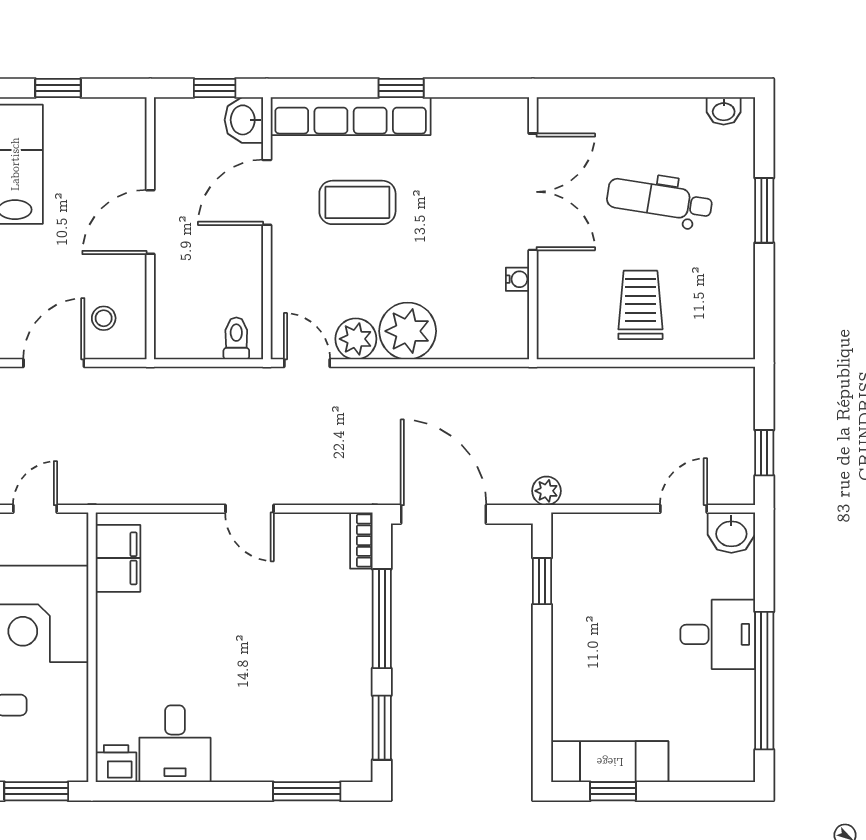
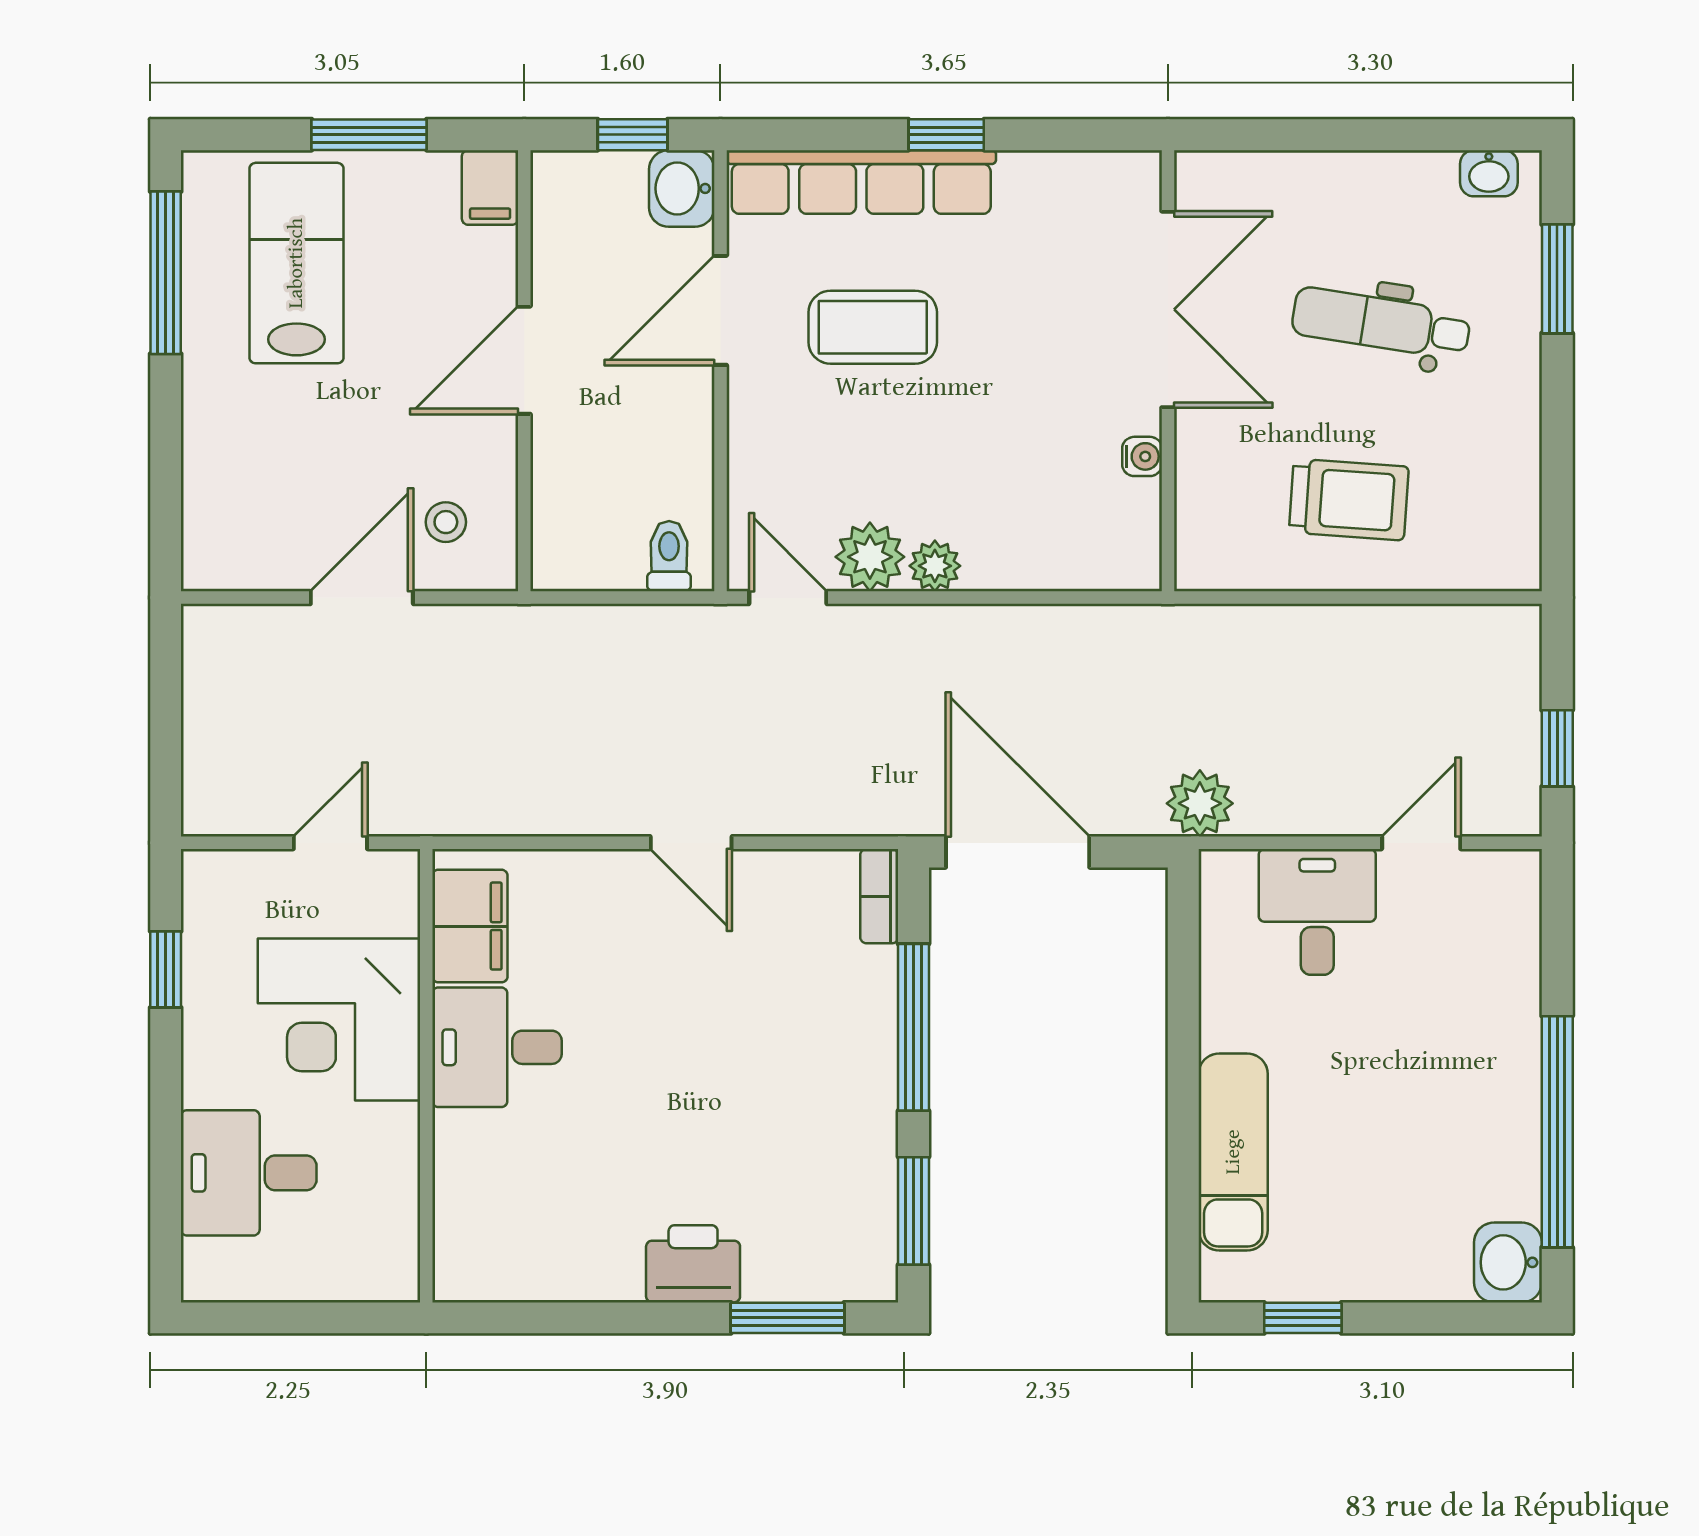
window: (58, 88) -> (369, 135), width x1.50
filing cabinet: (130, 119) -> (490, 187), added
window: (764, 210) -> (1557, 279), moved
trolley: (640, 305) -> (1349, 500), turned 94
plant: (408, 331) -> (935, 566), width x0.53, depth x0.53
plant: (546, 491) -> (1200, 803), width x1.38, depth x1.38
washbasin: (731, 533) -> (1508, 1262), moved, turned 90
window: (542, 581) -> (1183, 964), removed
desk: (718, 634) -> (1317, 912), moved, turned -90
desk: (175, 744) -> (497, 1047), moved, turned 90
exam couch: (610, 762) -> (1233, 1152), moved, turned 90
printer: (116, 764) -> (693, 1264), moved, width x1.36, depth x1.24
window: (36, 791) -> (333, 1318), removed

